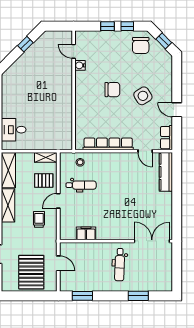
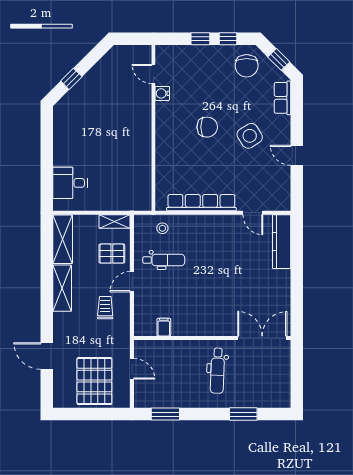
window: (25, 44) -> (71, 79), moved
row of seats: (166, 138) -> (282, 98), moved
filing cabinet: (86, 233) -> (164, 327), width x0.50

